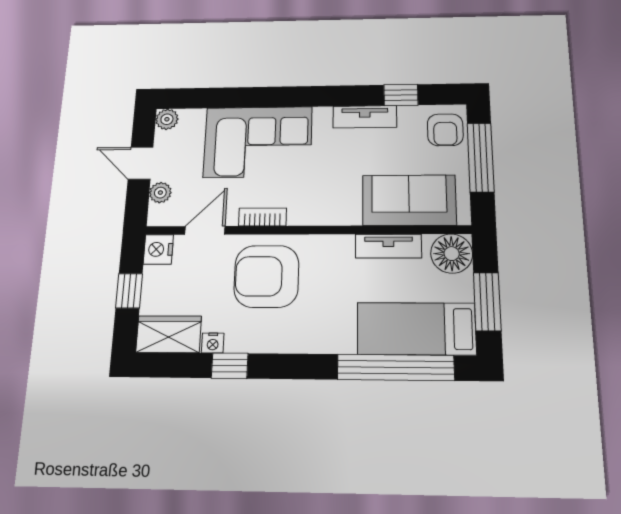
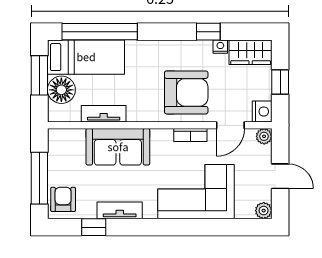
plant: (160, 193) -> (264, 136), moved
sofa: (409, 200) -> (118, 147), moved
floor lamp: (452, 254) -> (61, 90), moved

